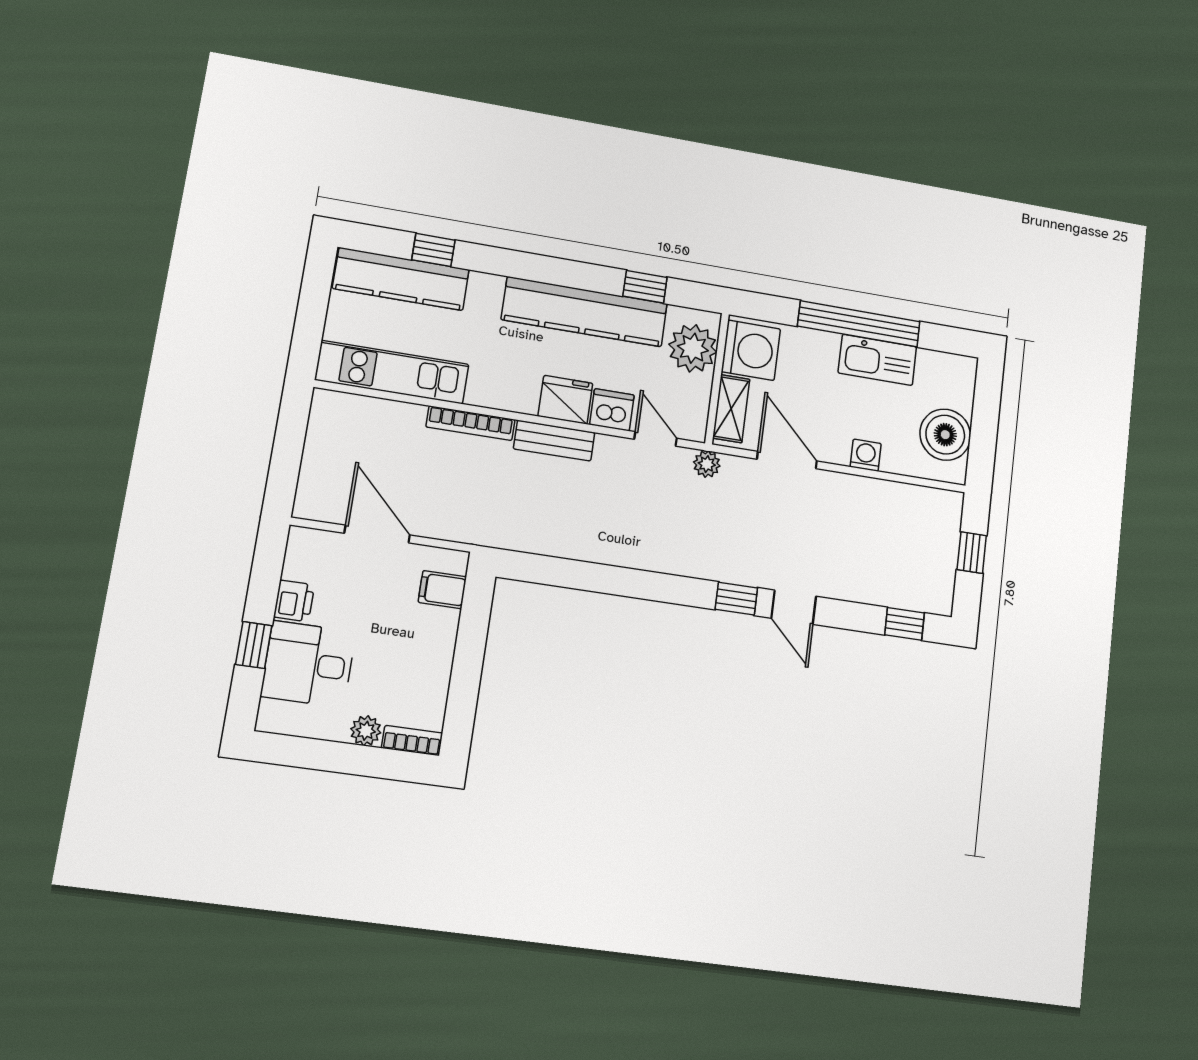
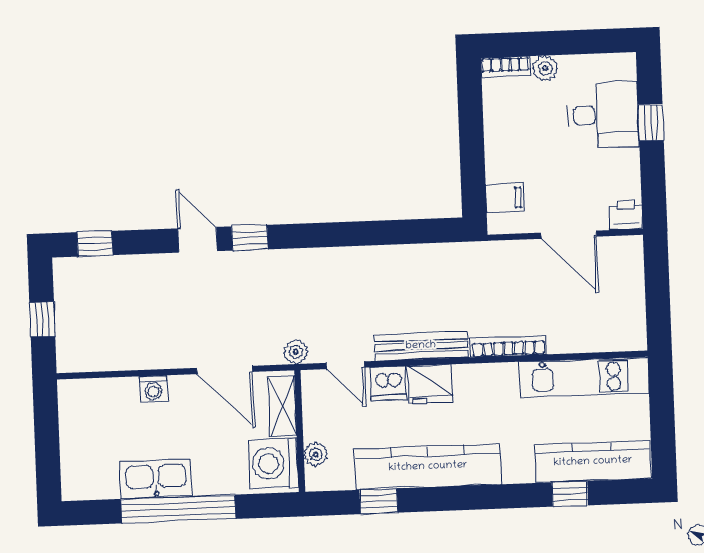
plant: (693, 348) -> (316, 454), width x0.53, depth x0.53
boiler: (945, 435) -> (82, 423), removed
bench: (554, 441) -> (421, 346), width x1.36
printer: (294, 601) -> (626, 215), moved, turned 90

